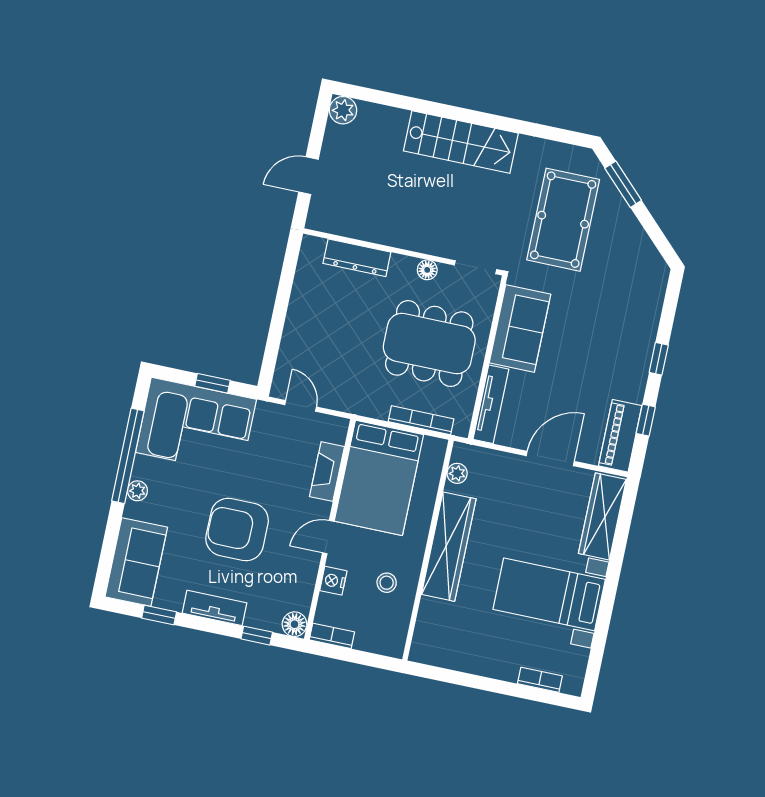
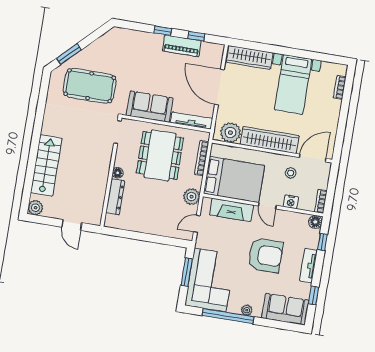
stairs: (461, 142) -> (46, 166), moved
floor lamp: (427, 270) -> (118, 173), moved
window: (212, 383) -> (187, 272), width x1.50
plant: (351, 398) -> (192, 197), added
piano: (620, 436) -> (182, 46), moved
door: (550, 458) -> (219, 87), width x1.36
fireplace: (327, 472) -> (231, 210), width x1.37, depth x1.32
plant: (457, 473) -> (230, 133), width x1.88, depth x1.88
armchair: (237, 529) -> (265, 255), turned -90
door: (412, 624) -> (313, 158), added

